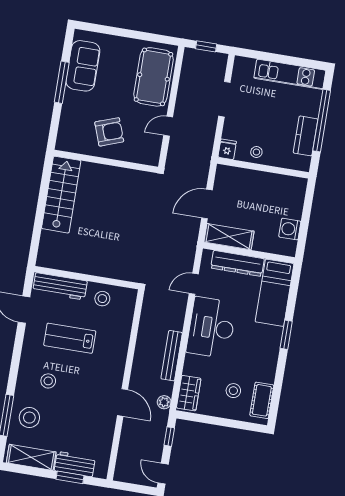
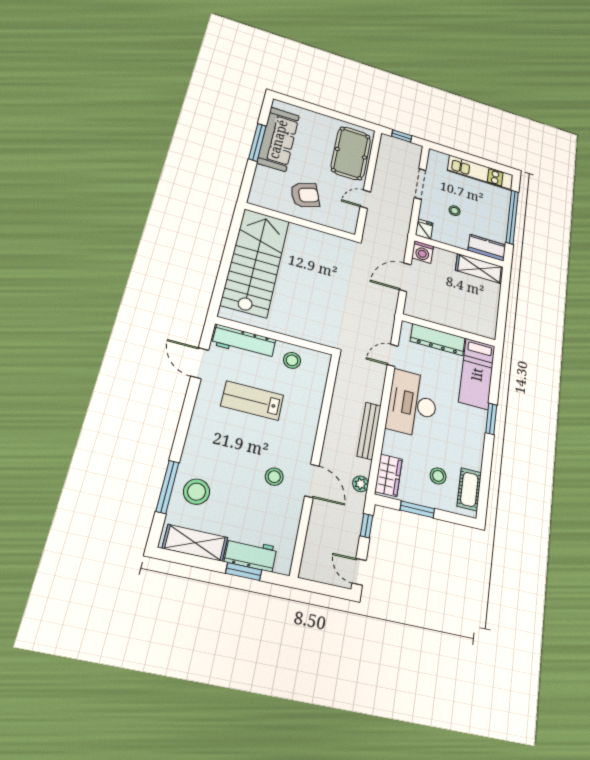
sofa: (83, 66) -> (278, 139), width x1.36
kitchen counter: (306, 136) -> (487, 248), moved, turned 90
stool: (256, 152) -> (455, 211), moved
stairs: (61, 195) -> (255, 262), width x1.36, depth x1.51
washing machine: (290, 229) -> (423, 252), moved, turned -90
shelving: (229, 237) -> (480, 269), moved
stool: (48, 381) -> (274, 477), moved
window: (214, 421) -> (417, 509), added

